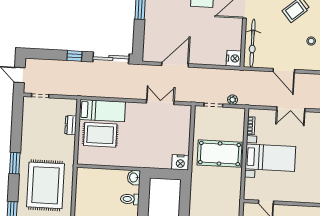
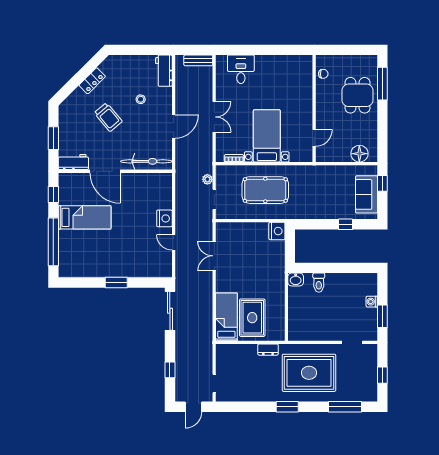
window: (74, 56) -> (170, 370), moved
nightstand: (234, 58) -> (164, 218), moved, turned 90
door: (175, 65) -> (174, 242), width x0.53
dresser: (71, 125) -> (268, 350), moved
pool table: (220, 154) -> (265, 190), turned 90

